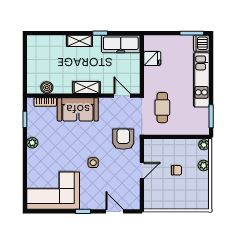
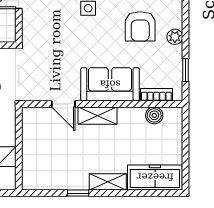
freezer: (121, 44) -> (155, 177), moved
door: (122, 96) -> (63, 104), moved
armchair: (123, 139) -> (140, 26), moved

